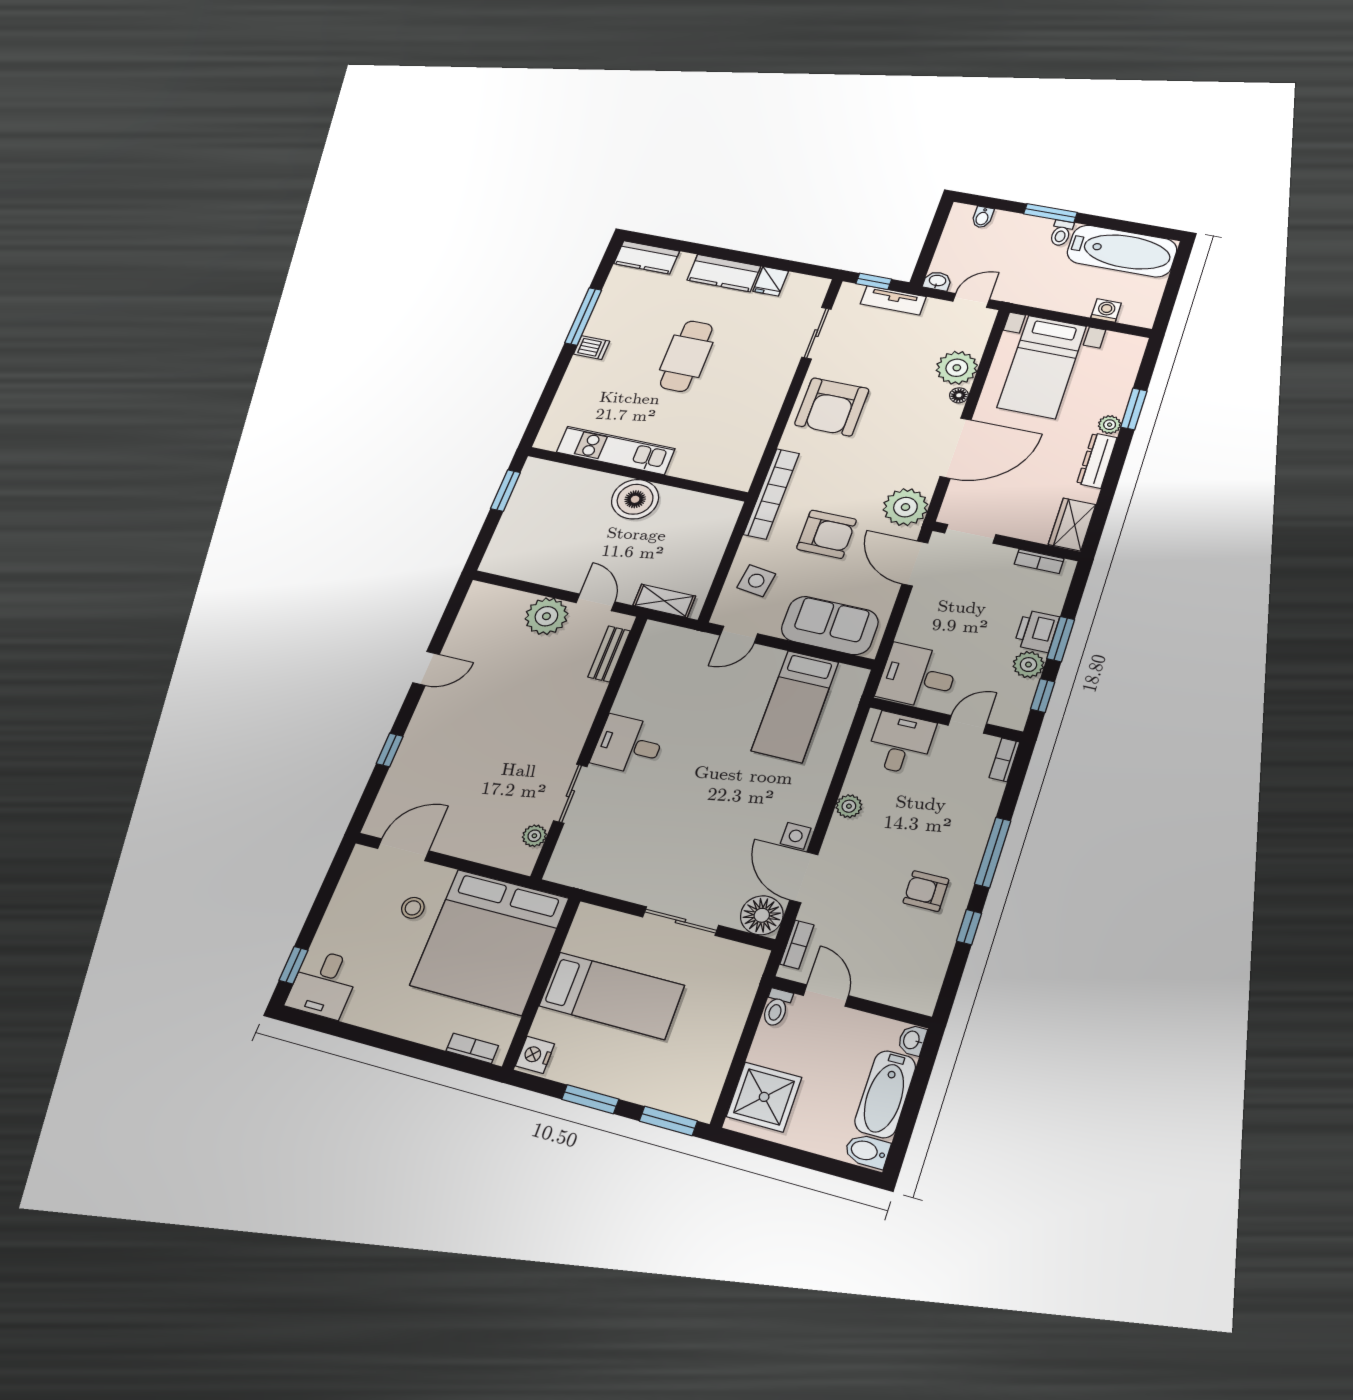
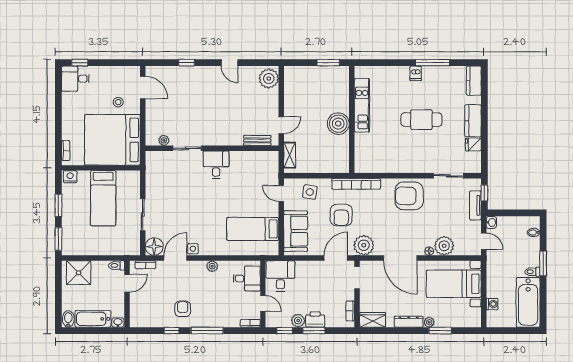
plant: (546, 616) -> (269, 78), moved

